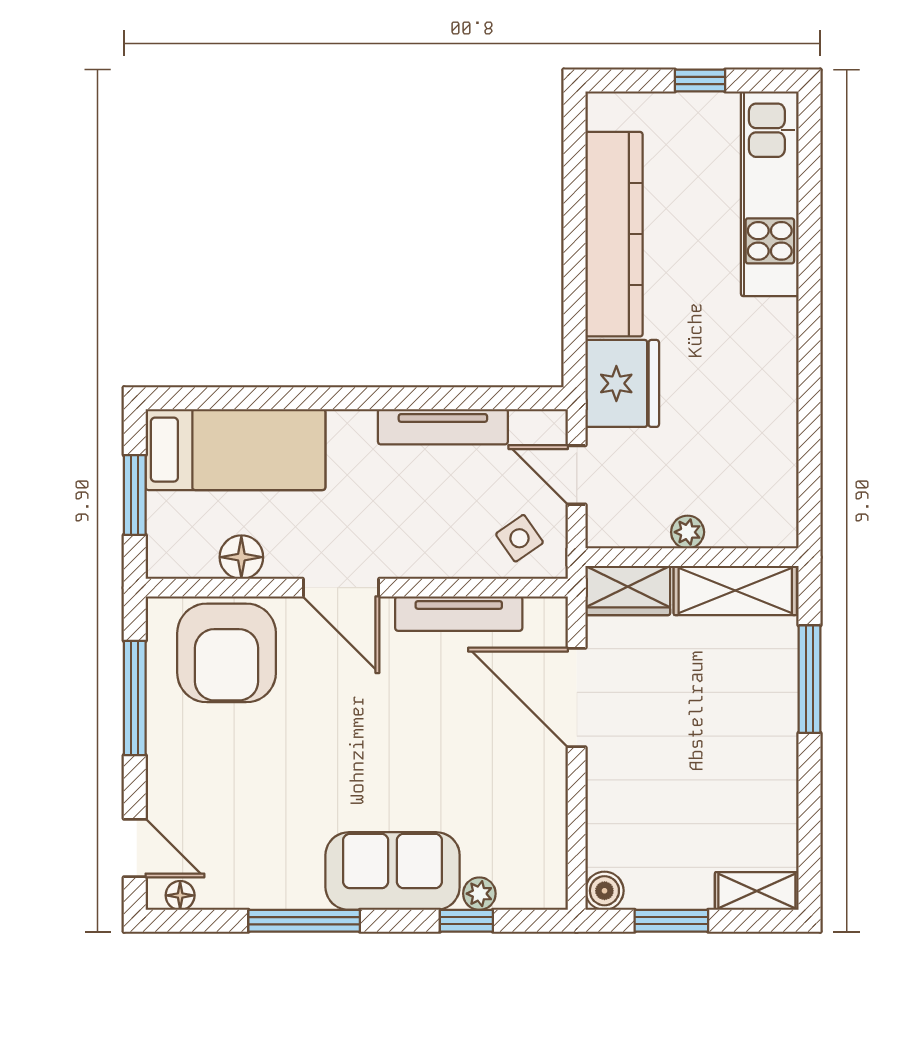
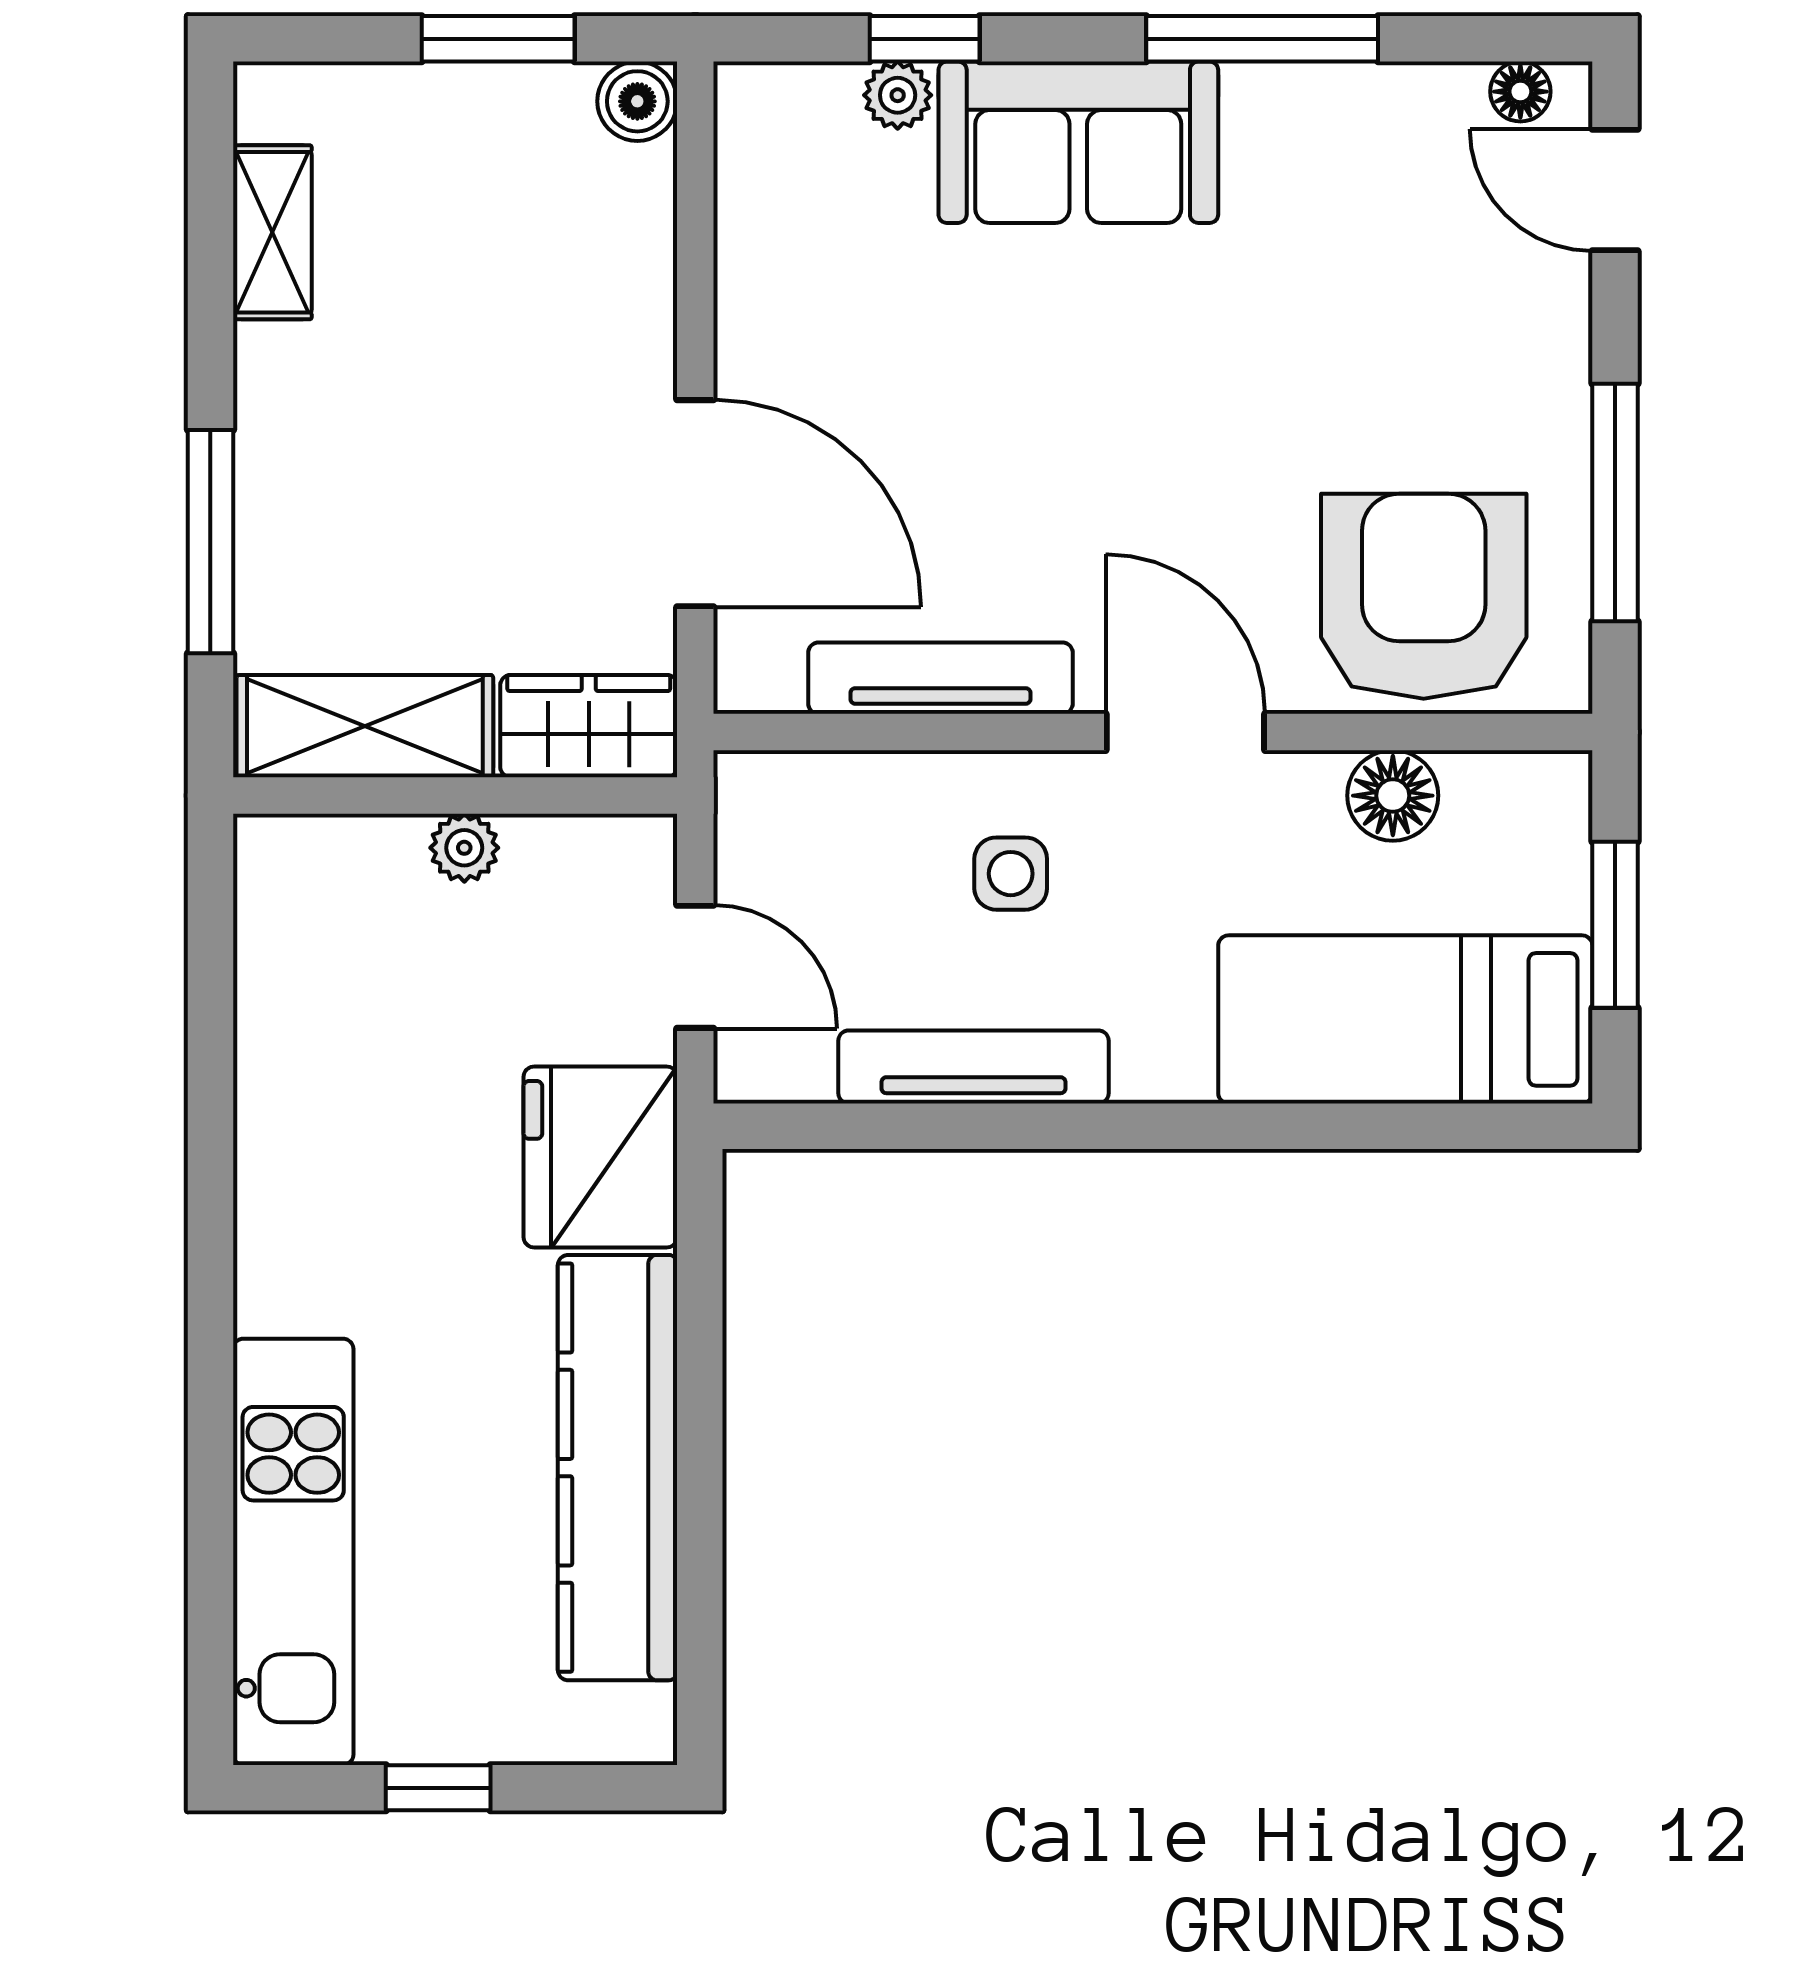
side table: (519, 538) -> (1011, 874), moved, turned 35
shelving: (757, 891) -> (272, 232), moved, turned 90

